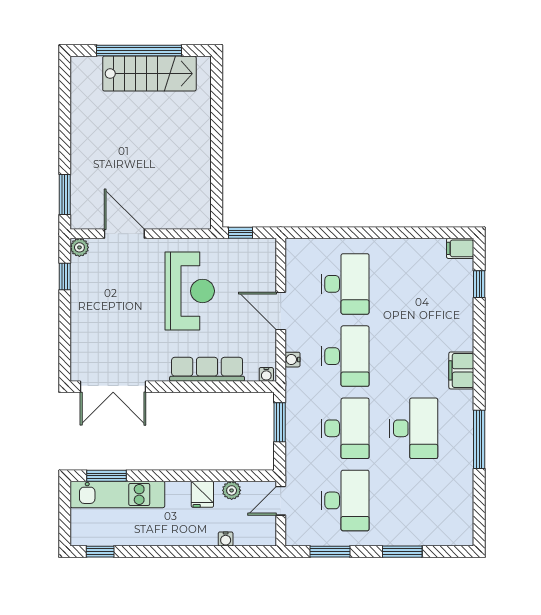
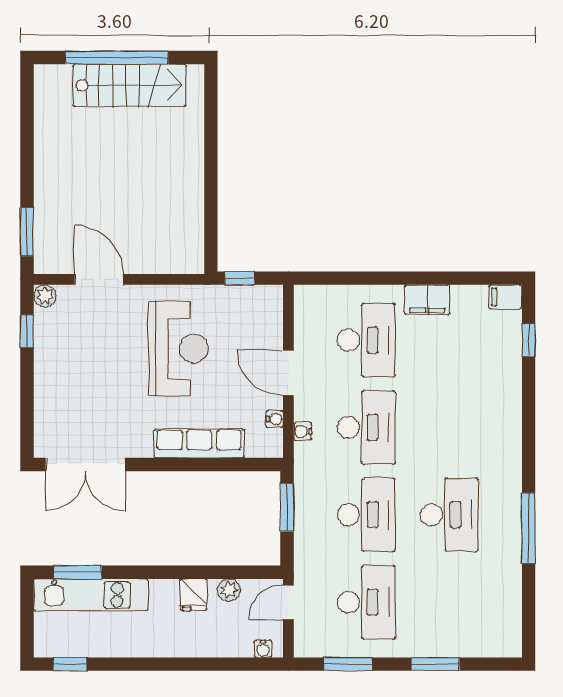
filing cabinet: (461, 370) -> (427, 300), moved, turned -90
water cooler: (266, 374) -> (275, 419), moved, turned -90
water cooler: (226, 539) -> (263, 649), moved

